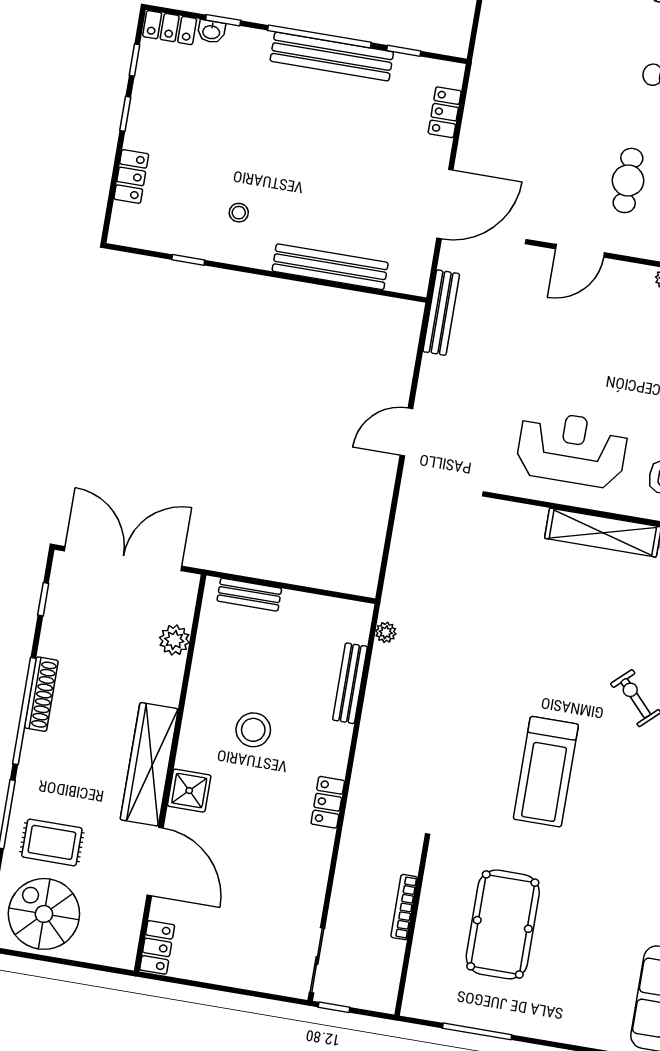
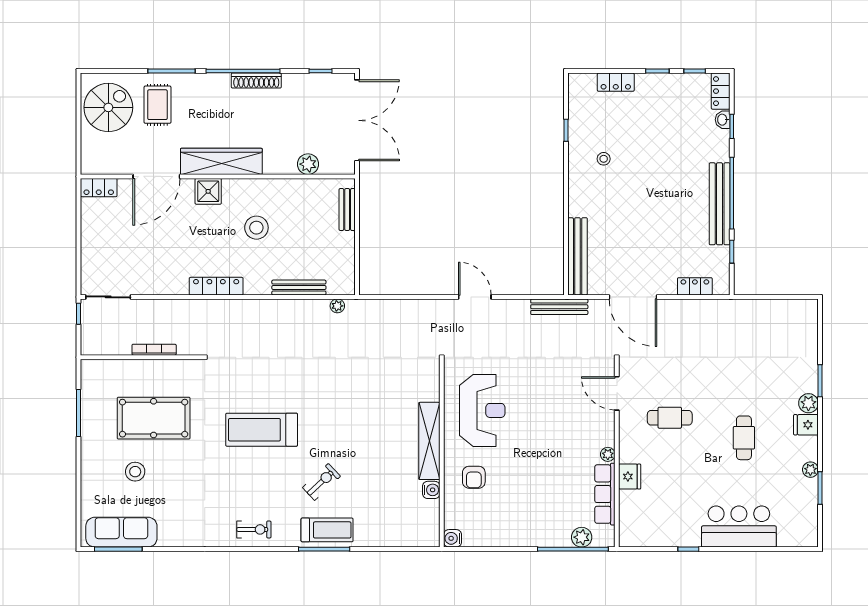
bench: (330, 267) -> (578, 256), moved
locker: (328, 802) -> (216, 286), width x1.53
stool: (575, 964) -> (135, 472), added

